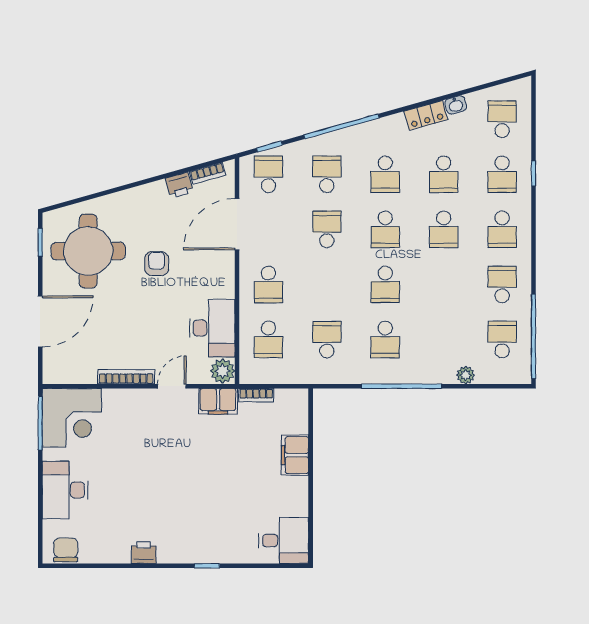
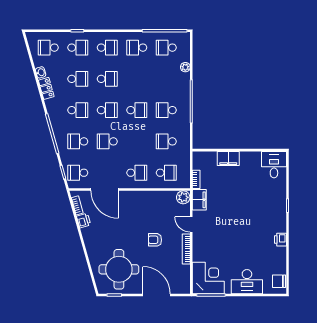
armchair: (157, 264) -> (155, 240), moved
desk: (212, 328) -> (160, 203), removed
school desk: (385, 339) -> (166, 110), turned 180

